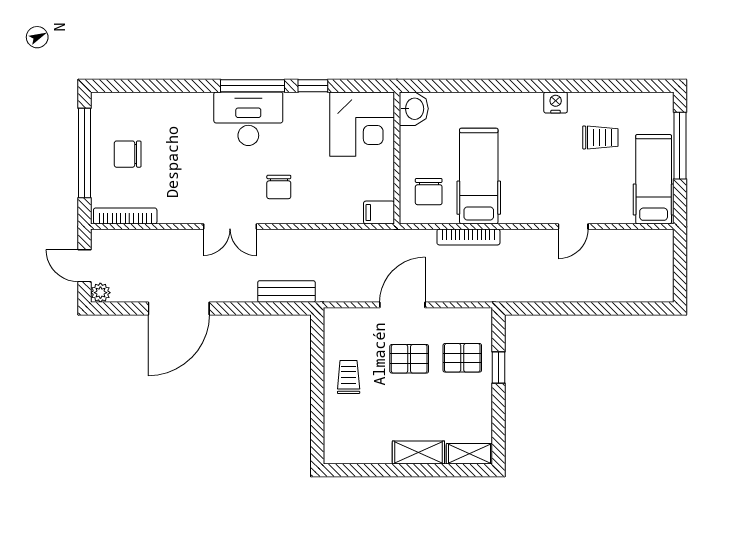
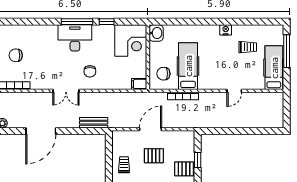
chair: (429, 192) -> (163, 74), turned 90
pallet: (462, 358) -> (184, 169), moved

